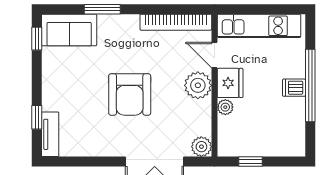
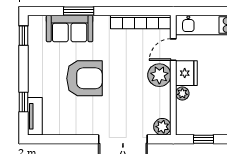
sofa: (69, 30) -> (70, 28), moved
door: (214, 55) -> (173, 50), hinge flipped
armchair: (130, 95) -> (84, 78), moved, turned -90

